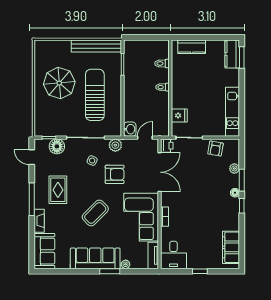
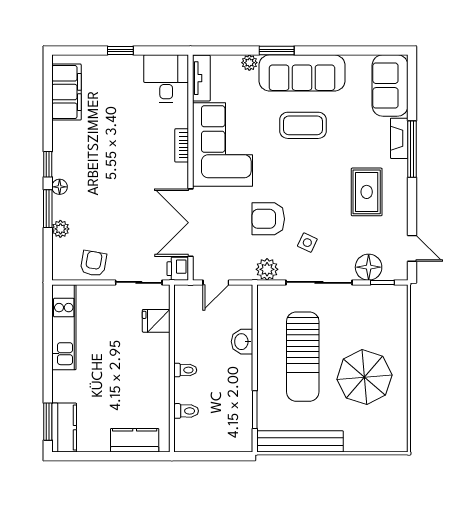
washbasin: (130, 129) -> (242, 342), moved
window: (32, 199) -> (412, 149), moved
coffee table: (95, 213) -> (303, 125), moved, turned 45

